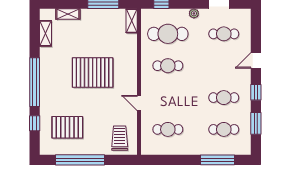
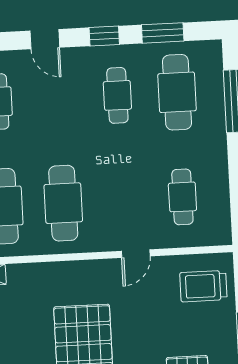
cafe table: (168, 66) -> (63, 203), width x1.37, depth x1.35
cafe table: (224, 129) -> (177, 92), width x1.37, depth x1.35

